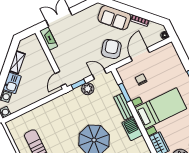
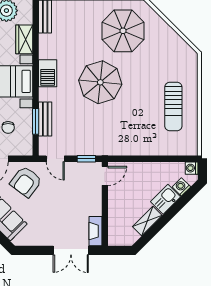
plant: (88, 89) -> (78, 148), removed
bench: (123, 107) -> (45, 119), moved

